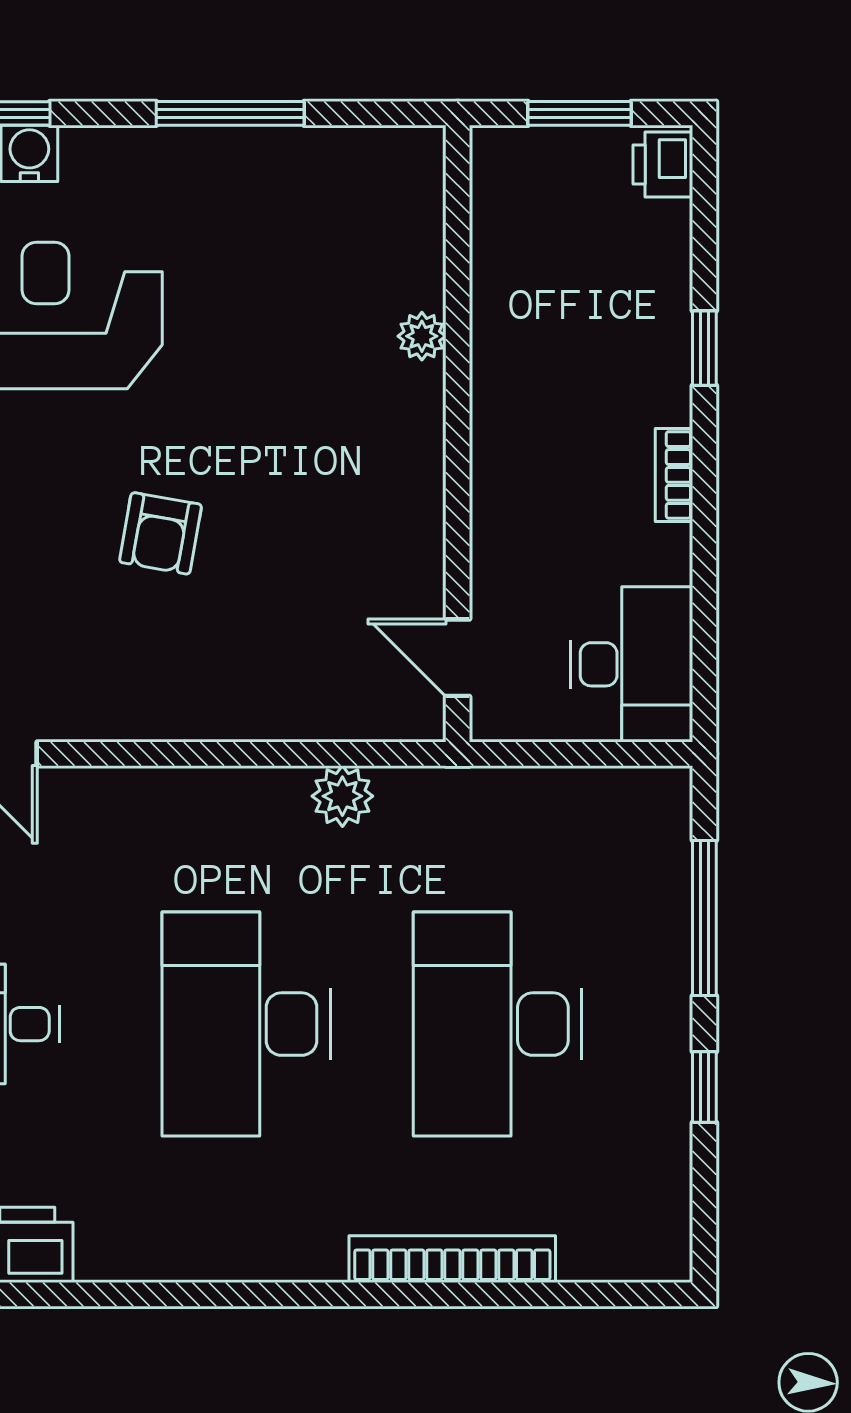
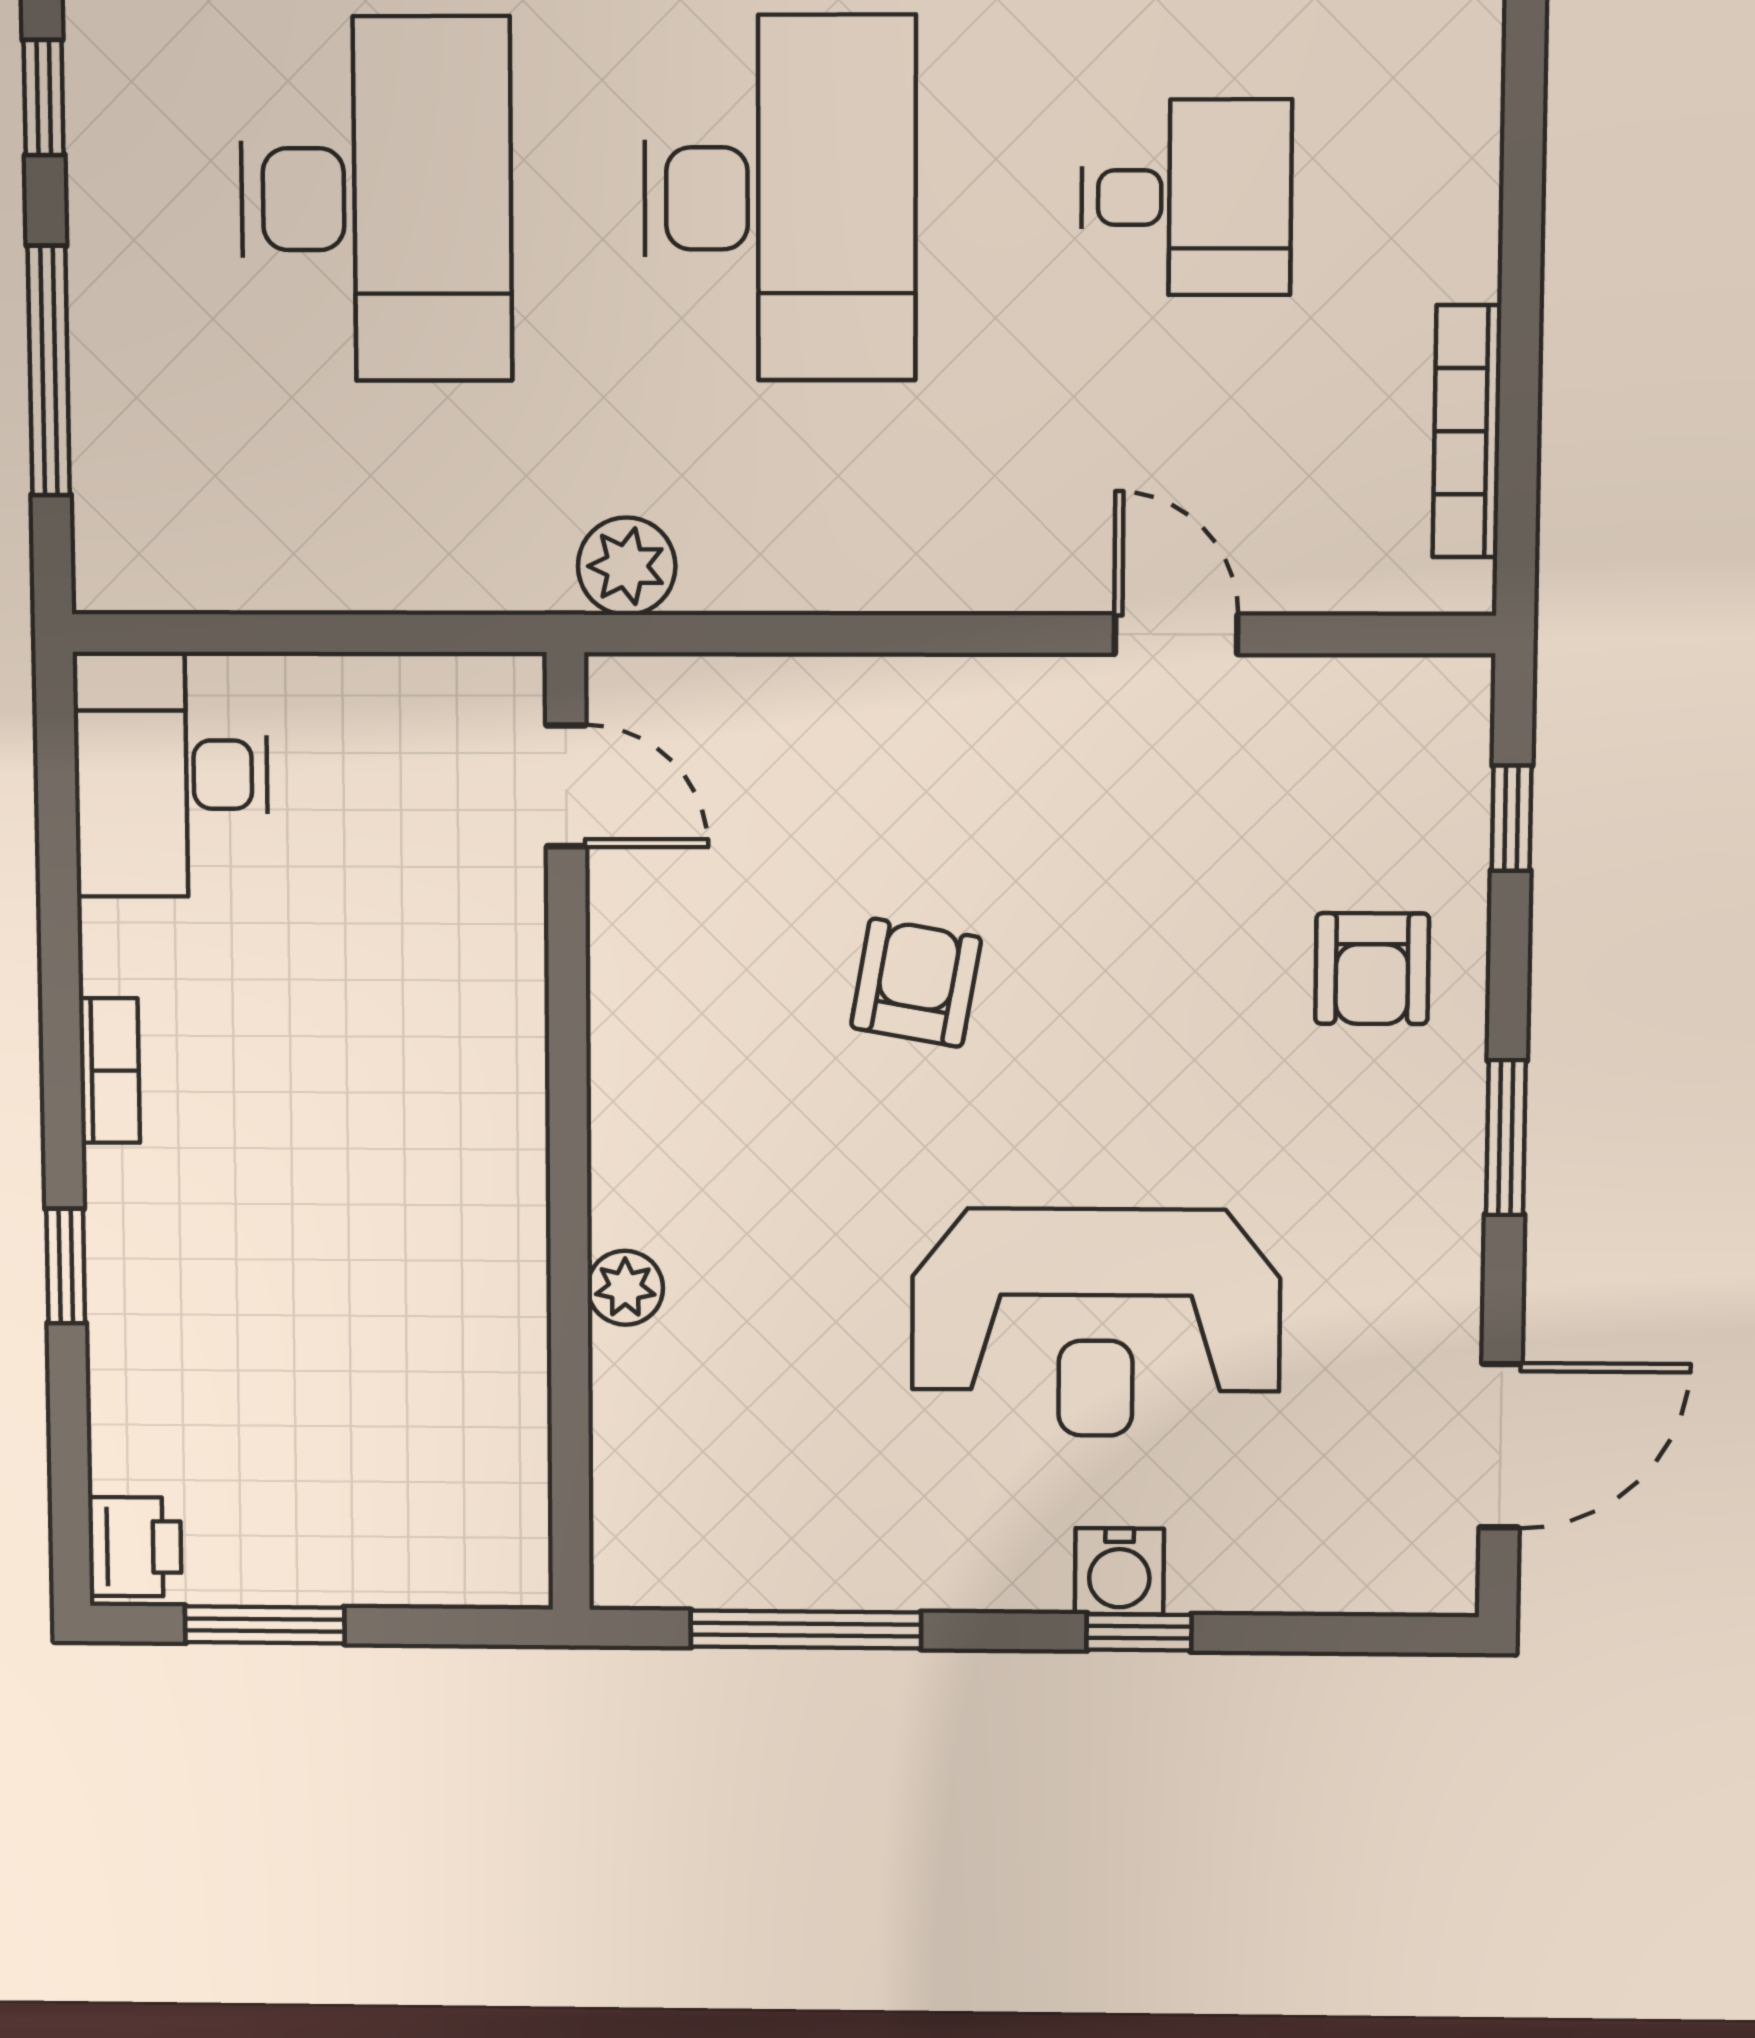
plant: (422, 336) -> (625, 1288), moved
wall: (458, 434) -> (568, 1137), moved
door: (458, 658) -> (566, 786), moved

